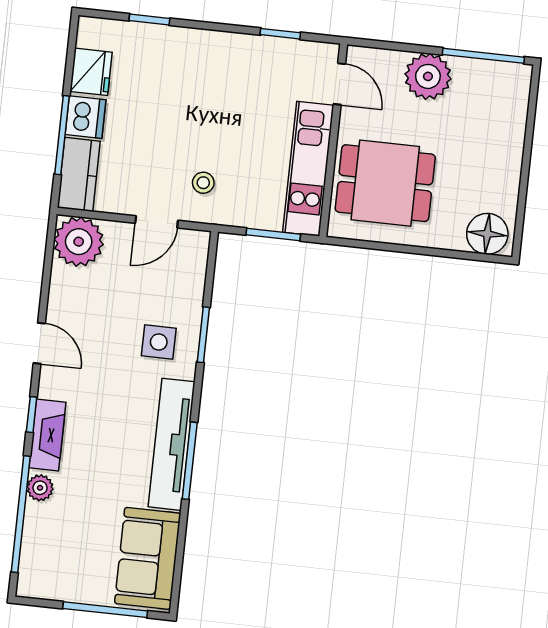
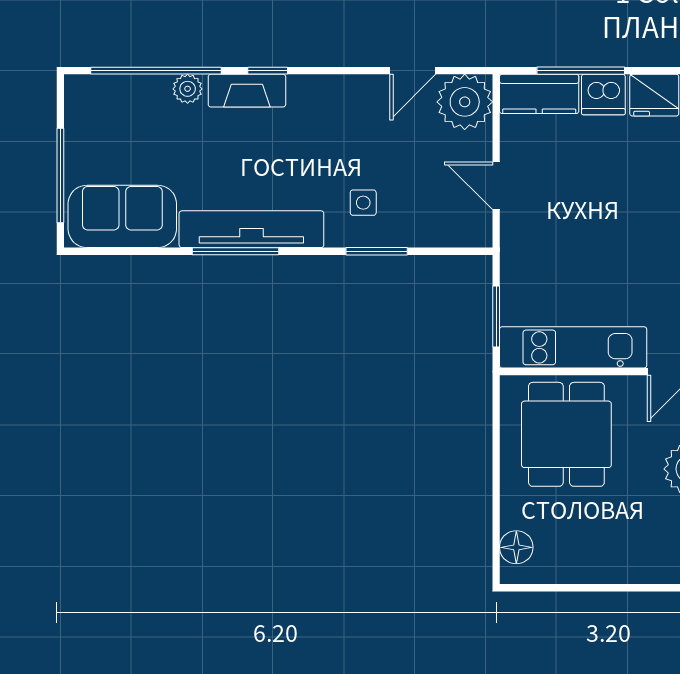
stool: (203, 183) -> (545, 233), removed
floor lamp: (487, 234) -> (516, 547), width x0.73, depth x0.73
side table: (159, 342) -> (363, 203), width x0.73, depth x0.73
door: (39, 343) -> (413, 71), moved

